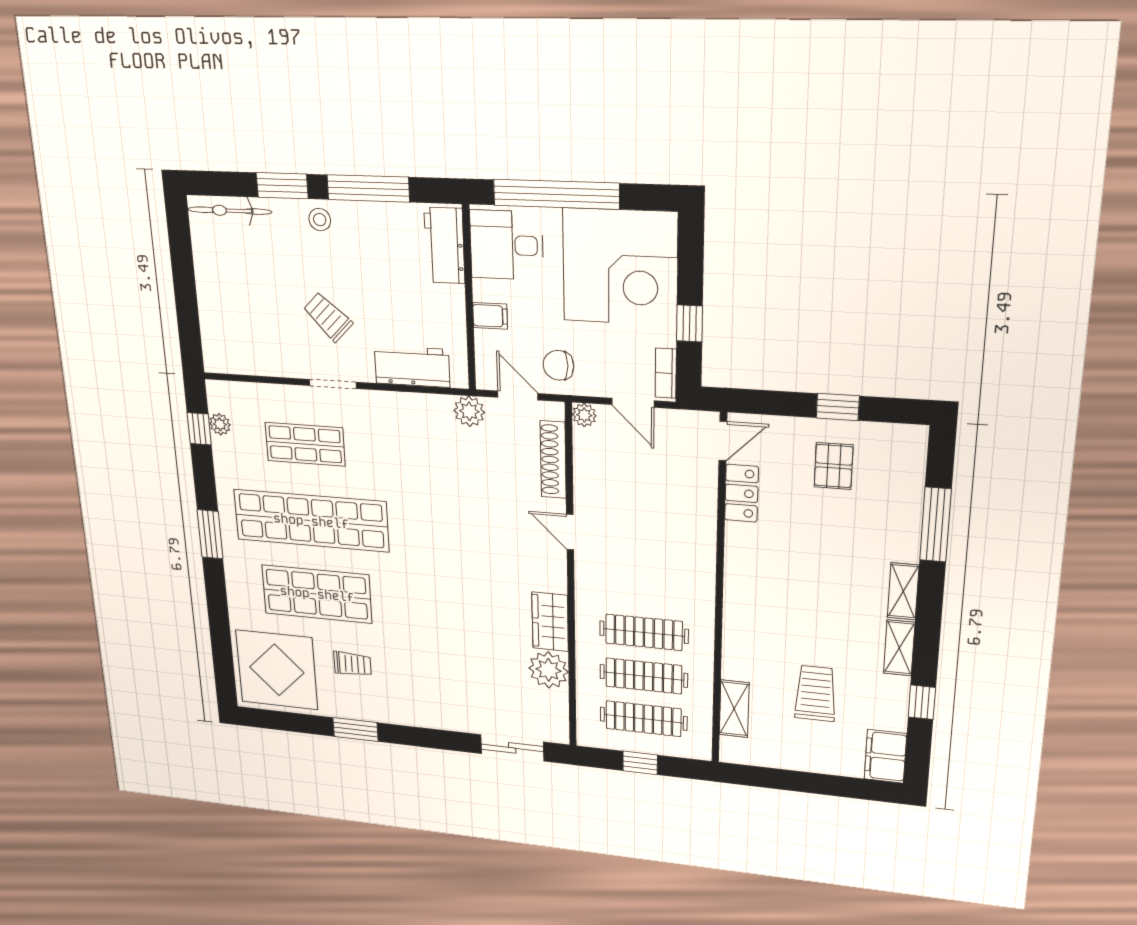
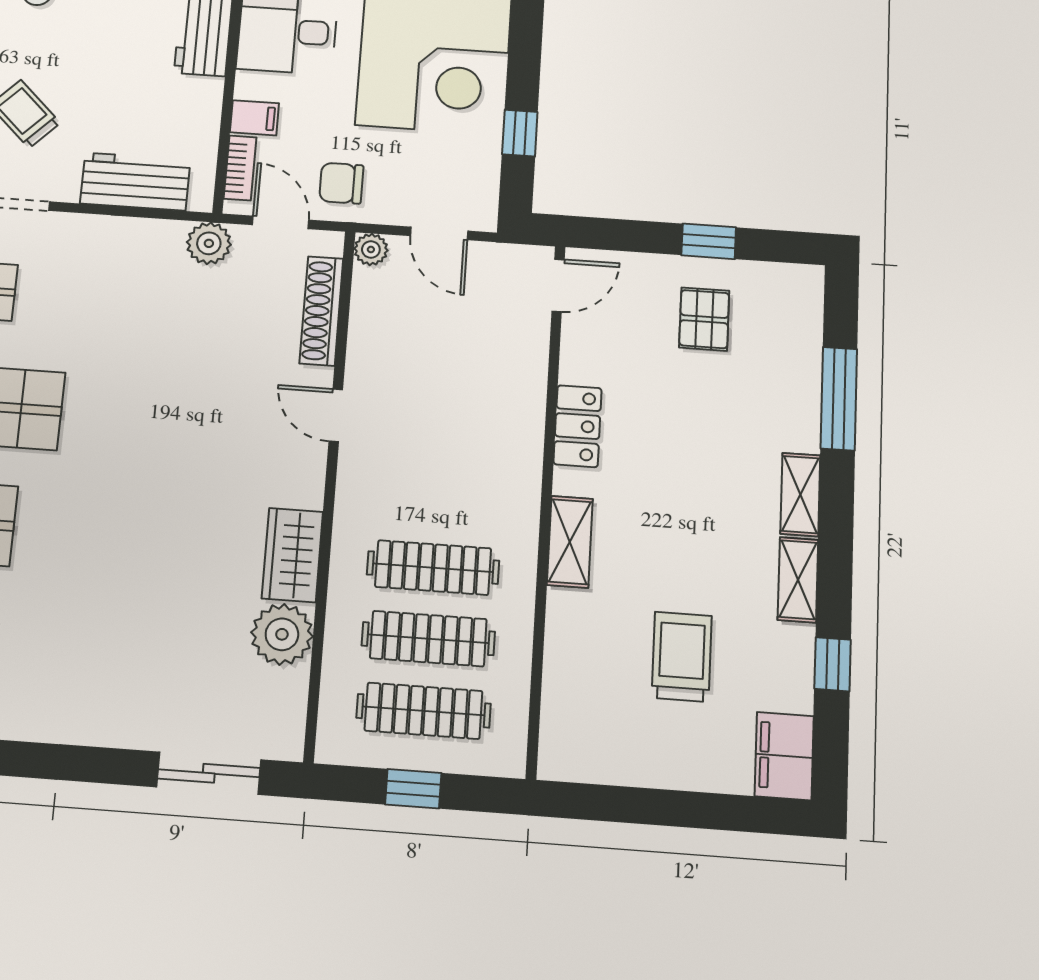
bookcase: (666, 373) -> (240, 168), moved, turned 180
locker: (742, 493) -> (578, 426), moved
shelving: (734, 709) -> (570, 542), moved

